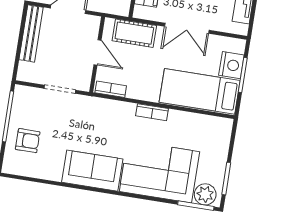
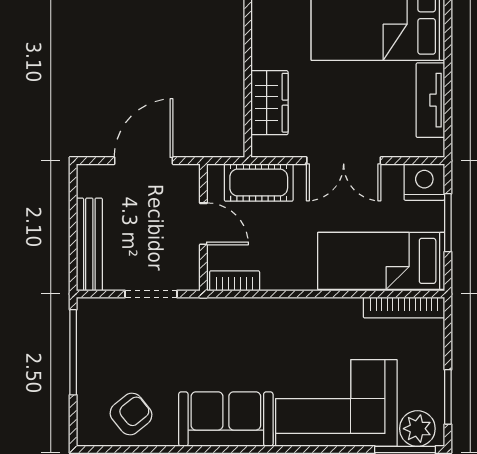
bench: (31, 33) -> (89, 244), moved
nightstand: (231, 65) -> (424, 182), moved, turned -90
bookcase: (152, 112) -> (404, 308), moved, width x1.56
armchair: (28, 141) -> (131, 414), moved, turned -39

